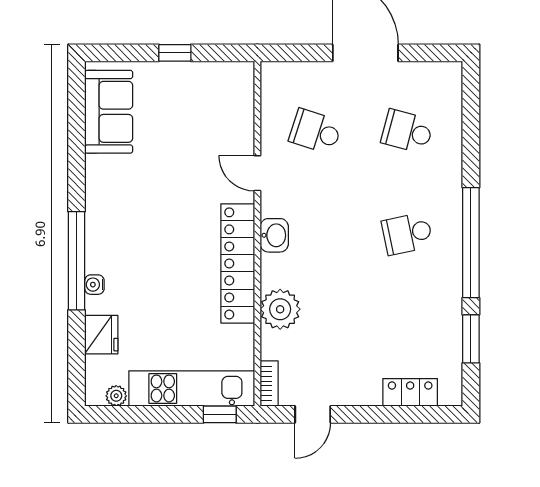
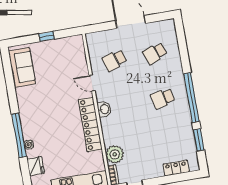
school desk: (315, 131) -> (114, 60), turned -36
school desk: (407, 131) -> (155, 53), turned -36
plant: (280, 309) -> (115, 154), moved

